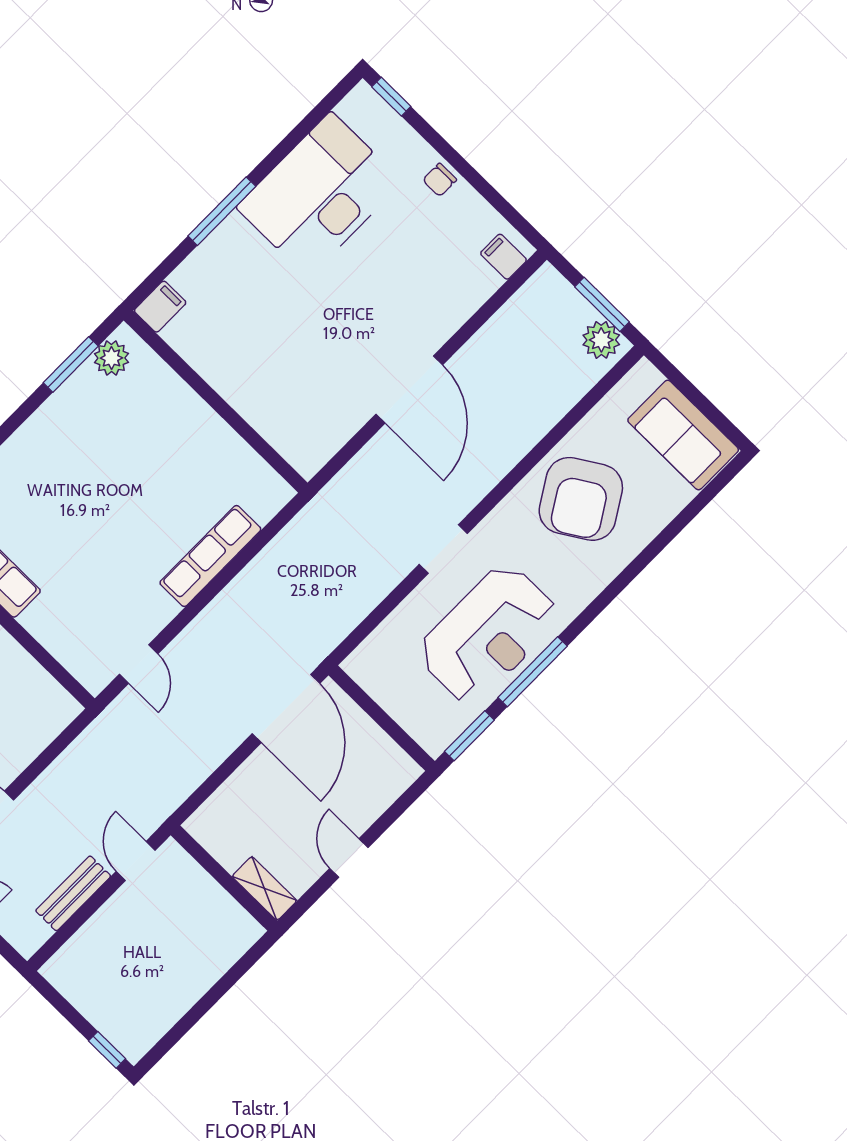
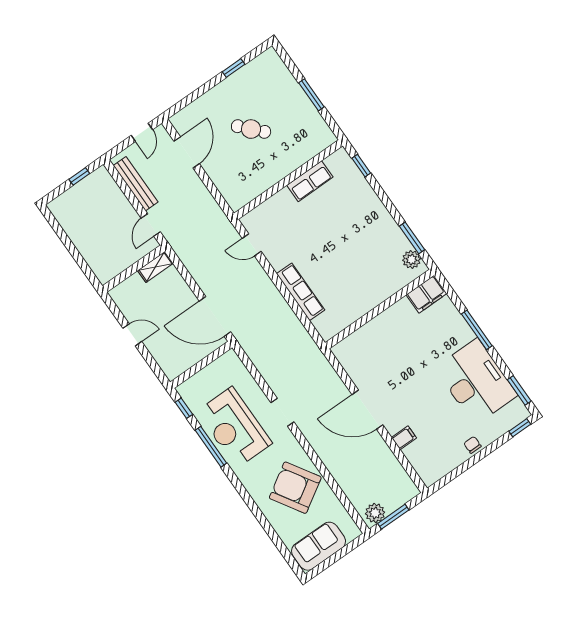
window: (321, 111) -> (519, 390), added
filing cabinet: (504, 257) -> (404, 438), moved
filing cabinet: (160, 307) -> (426, 294), width x2.00
window: (469, 736) -> (184, 408), width x0.67
door: (136, 861) -> (151, 225), swing flipped
shelving: (264, 888) -> (155, 267), moved
bench: (73, 893) -> (136, 184), width x1.36
window: (107, 1050) -> (79, 176), moved

